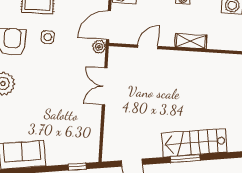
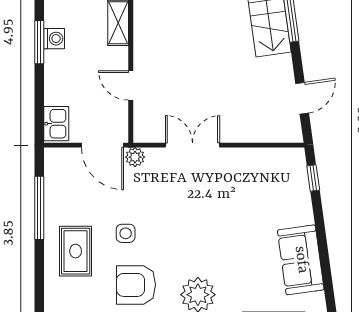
double door: (105, 86) -> (193, 145), swing flipped

